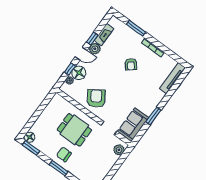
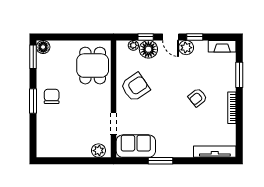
fireplace: (104, 34) -> (222, 46), moved
dining table: (74, 130) -> (93, 66), moved

